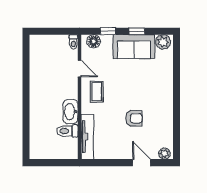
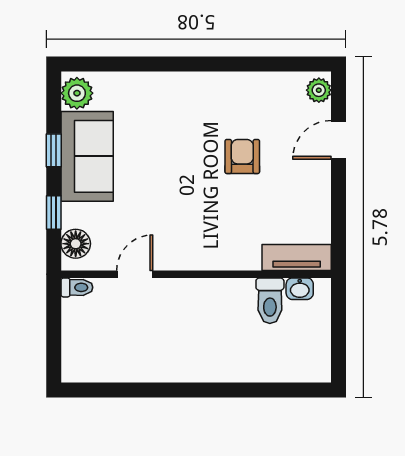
coffee table: (97, 92) -> (185, 237), removed
washbasin: (71, 112) -> (300, 289), moved, width x0.52, depth x0.69
tv unit: (87, 137) -> (297, 258), width x0.71

